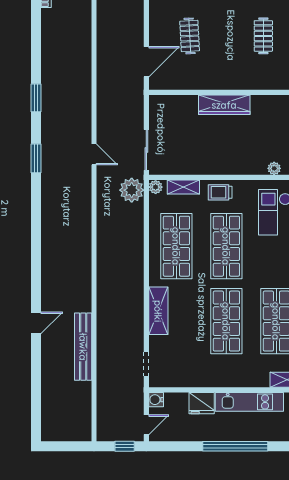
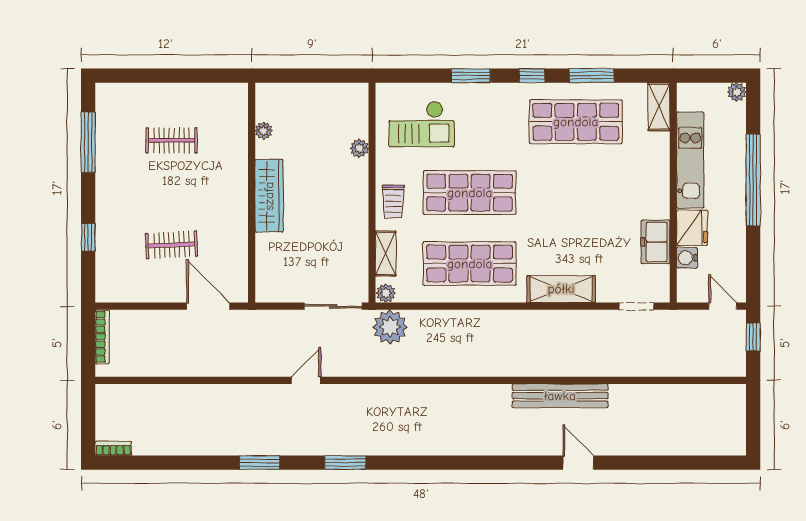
plant: (270, 101) -> (264, 131), added
door: (94, 154) -> (306, 380), moved
plant: (274, 168) -> (359, 148), moved
shop shelf: (226, 321) -> (576, 193), removed
bench: (83, 347) -> (560, 396), moved
freezer: (192, 377) -> (655, 242), added
water cooler: (156, 400) -> (687, 258), moved, turned 90

